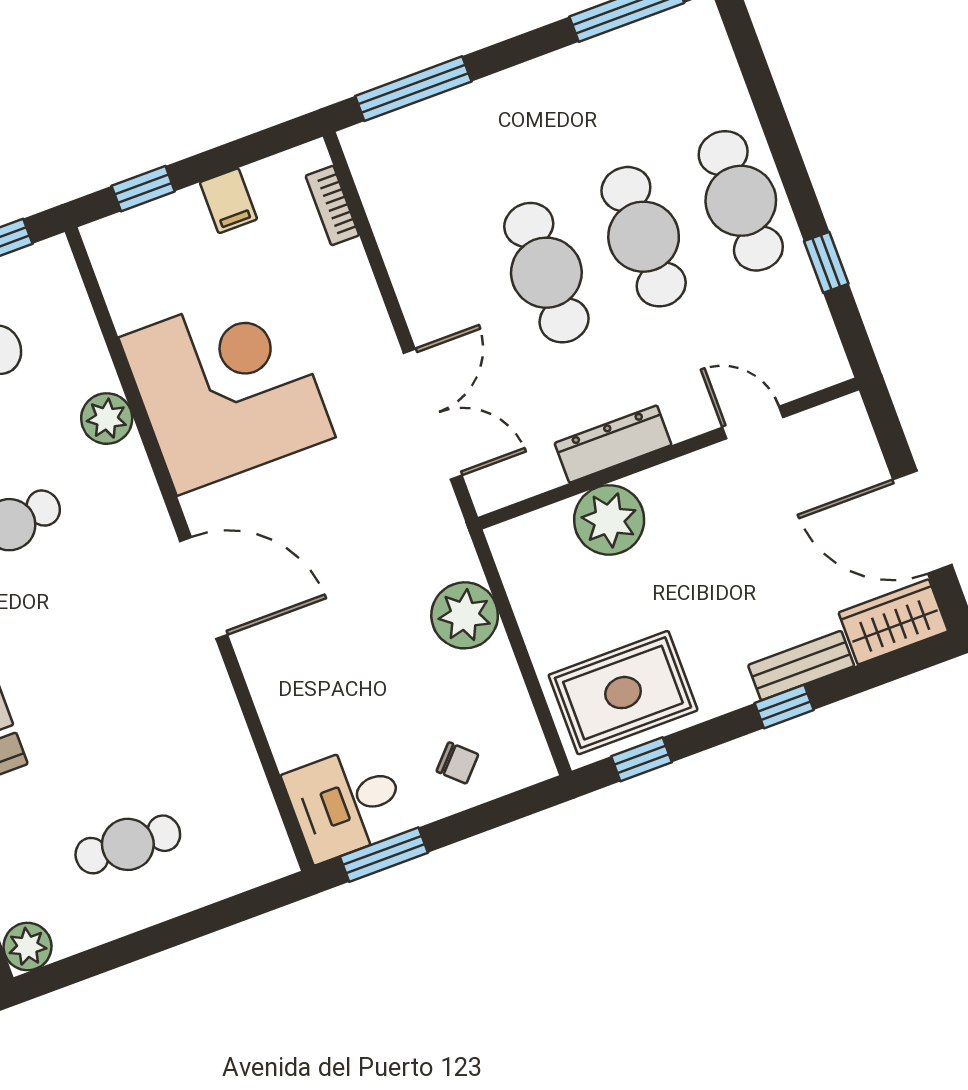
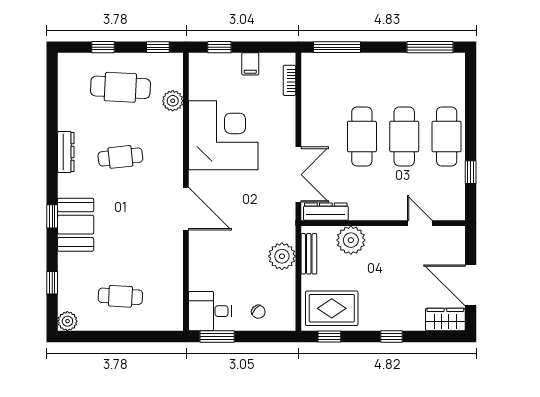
plant: (107, 419) -> (173, 101), moved
dresser: (613, 444) -> (326, 212), moved
bench: (801, 666) -> (309, 254), moved, turned 90

